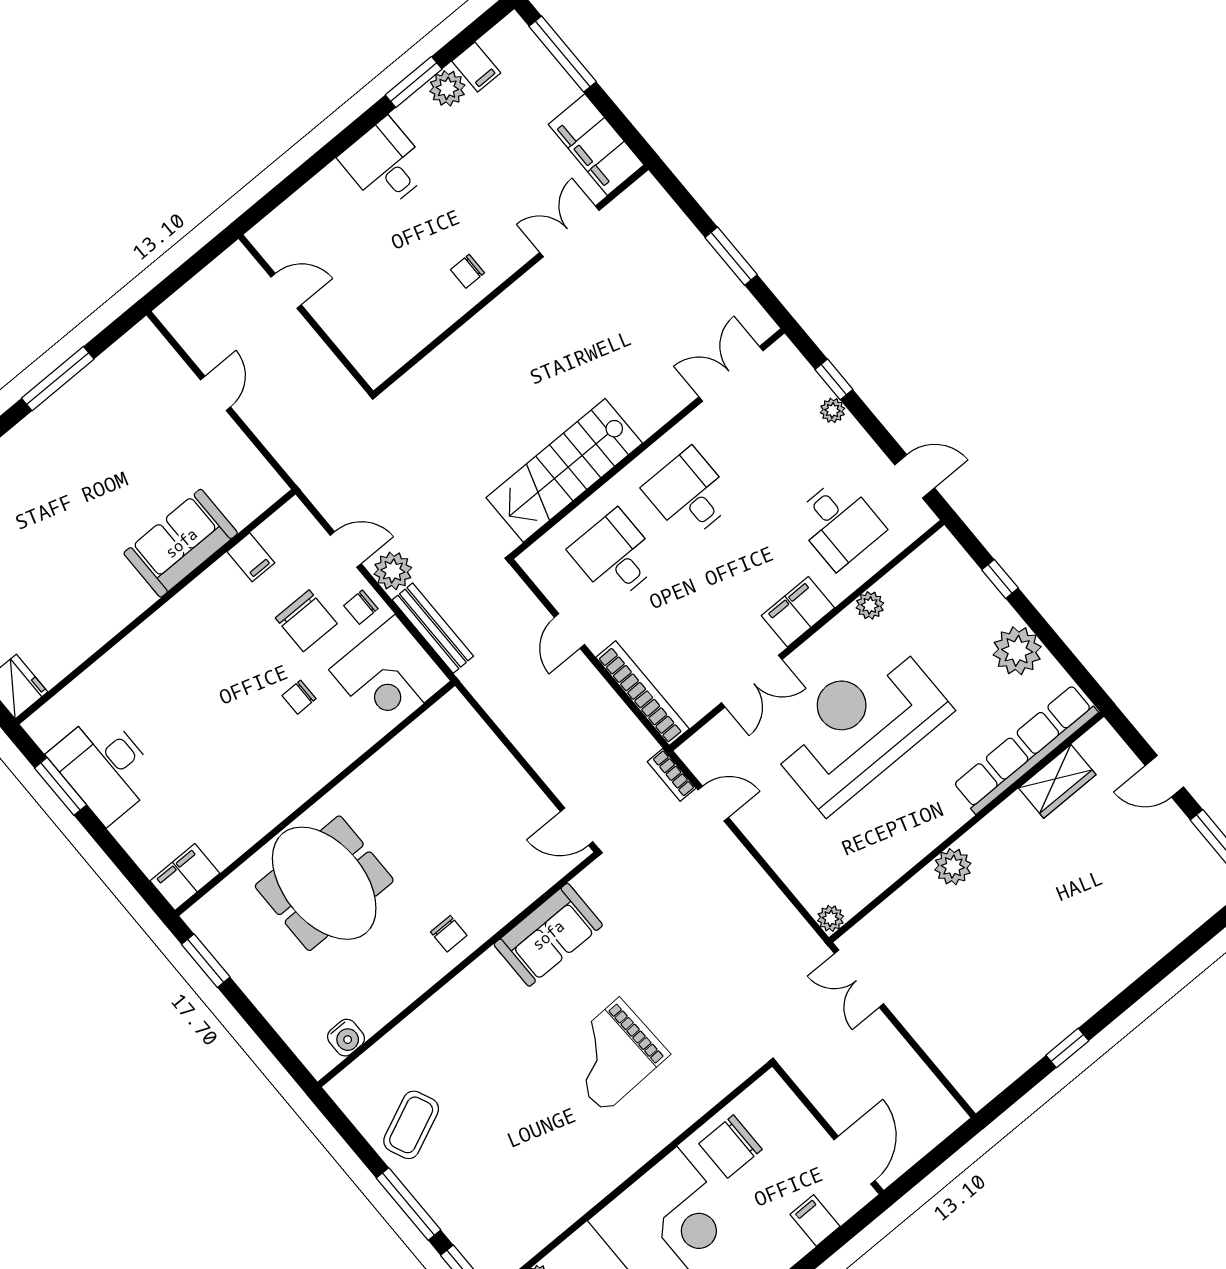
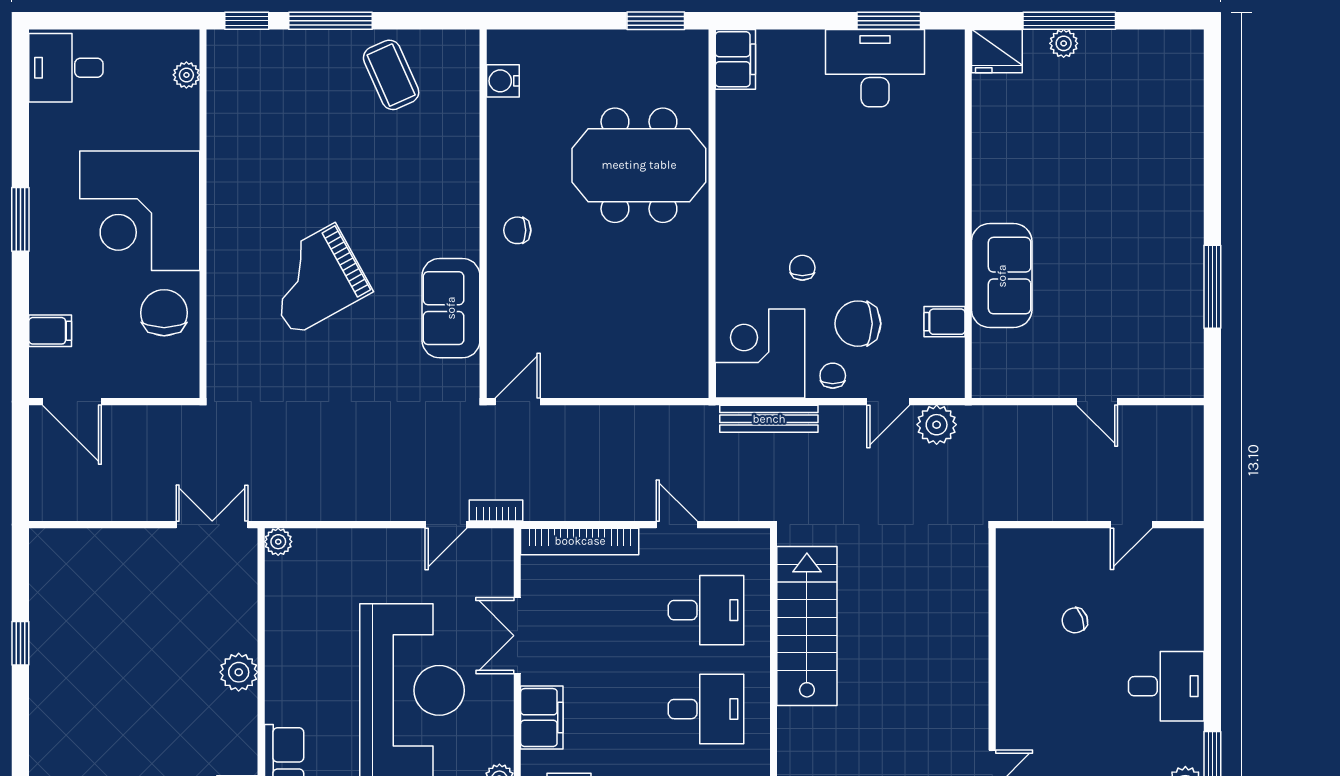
chair: (468, 271) -> (1075, 620), moved, turned -110
plant: (393, 571) -> (937, 425), moved
grand piano: (612, 1055) -> (314, 279), turned -117

